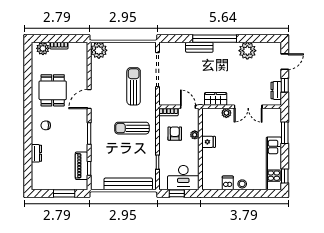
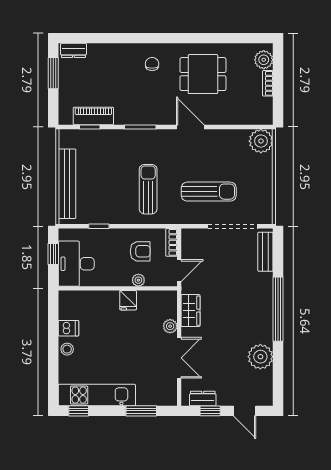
bench: (199, 47) -> (265, 252), moved
double door: (248, 107) -> (179, 358), swing flipped
dresser: (36, 153) -> (73, 50), moved
window: (64, 193) -> (53, 73), moved

